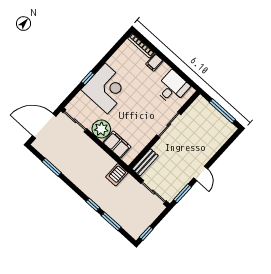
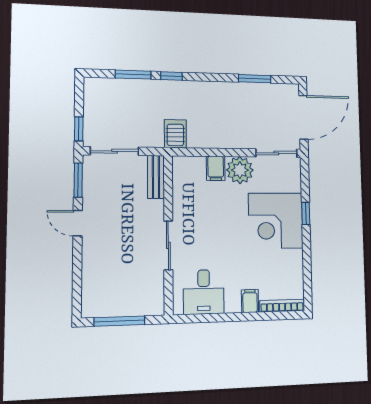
filing cabinet: (117, 145) -> (216, 168), width x0.50
window: (146, 233) -> (79, 129), moved

